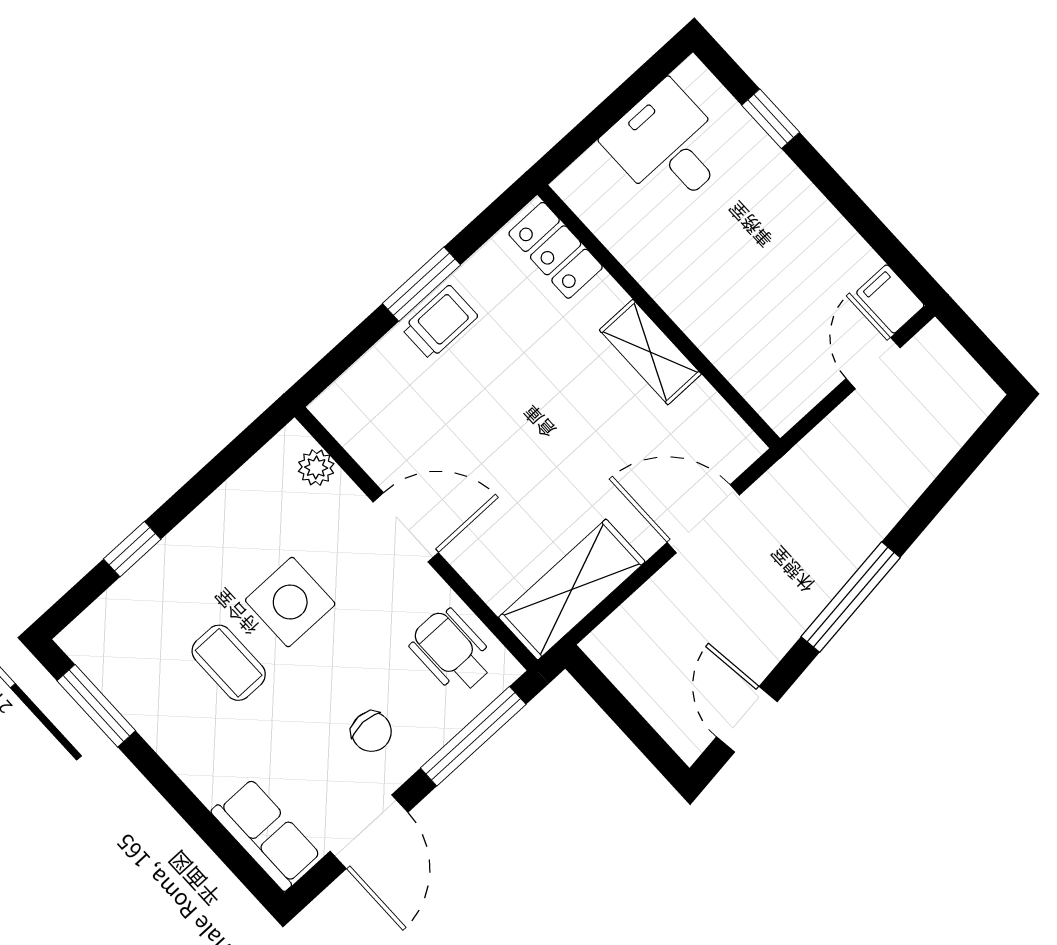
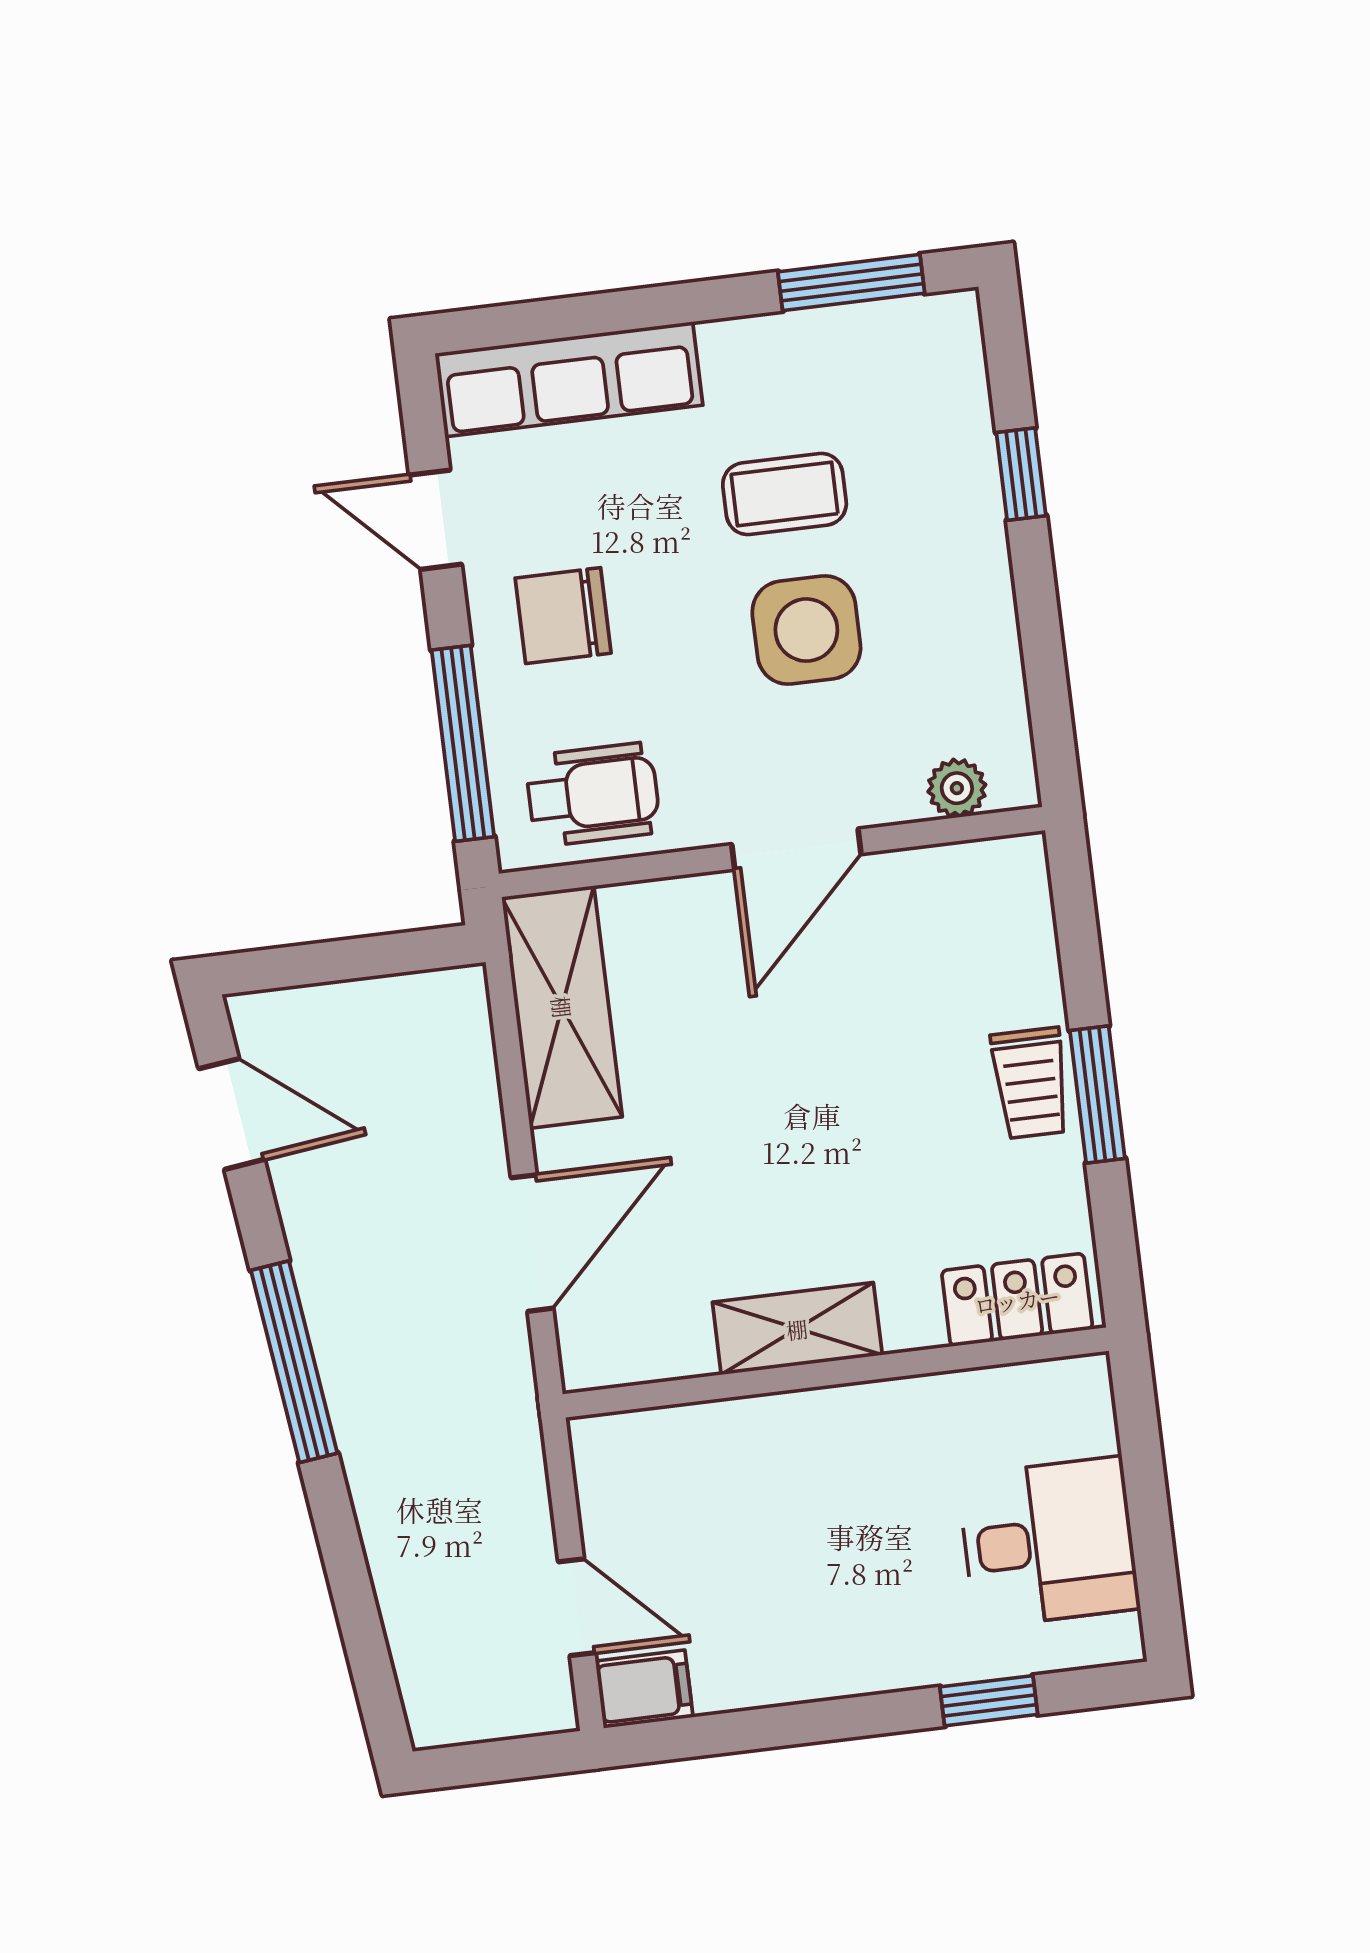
chair: (371, 732) -> (563, 616), width x1.37, depth x1.37
door: (369, 832) -> (435, 520), width x0.73
row of seats: (266, 834) -> (569, 379), width x1.48

